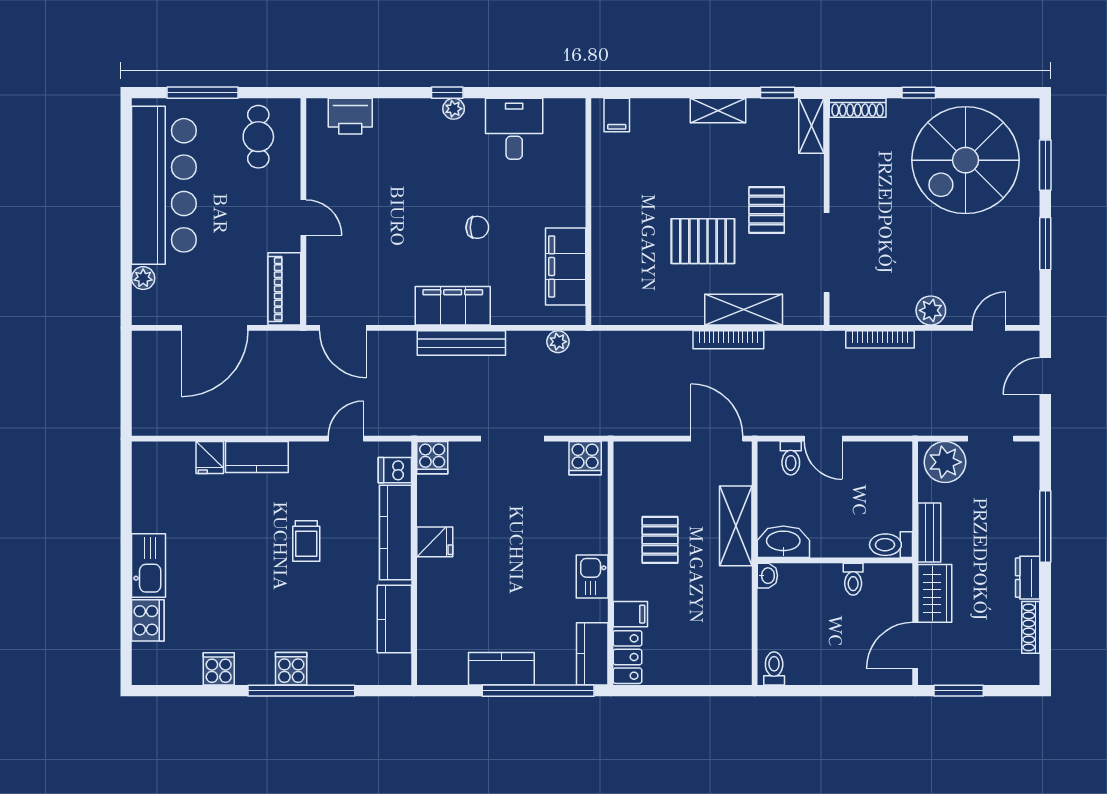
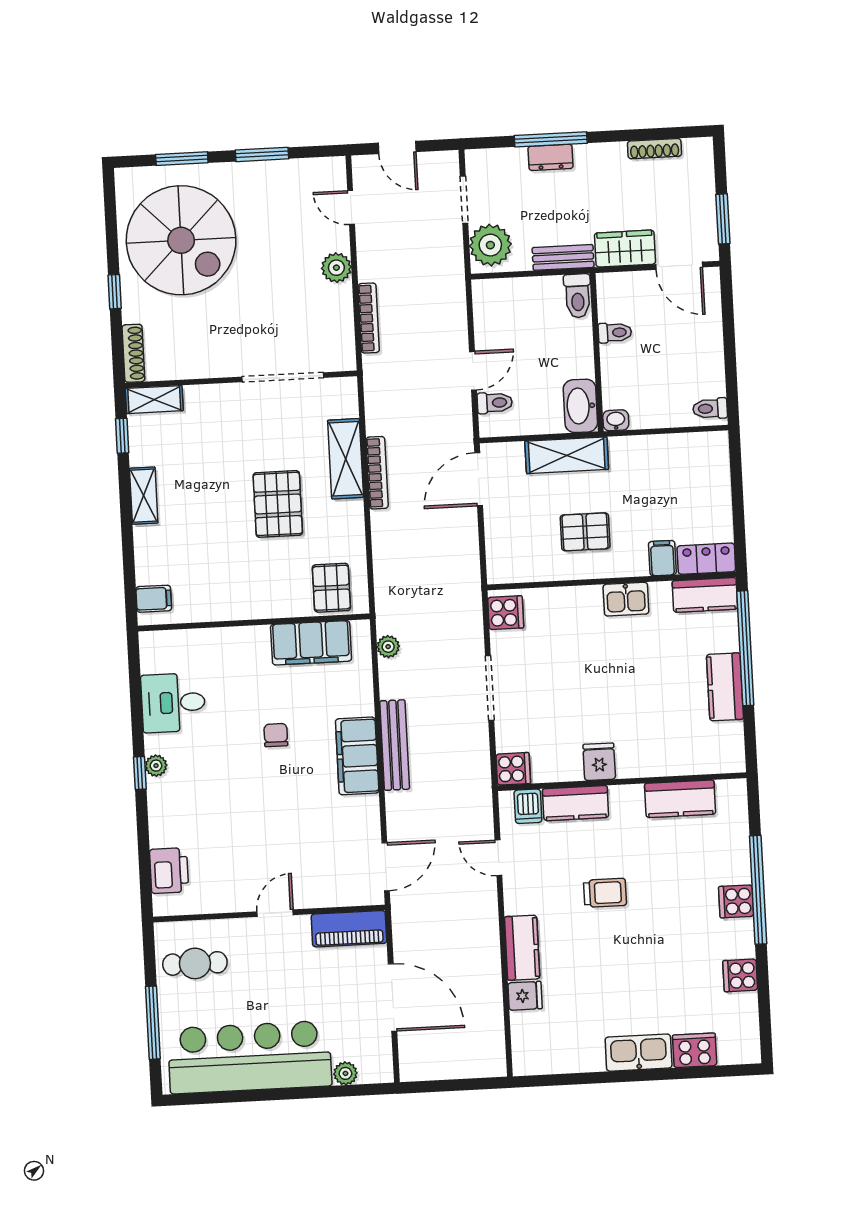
pallet: (767, 210) -> (331, 588), moved, turned 90
kitchen counter: (395, 533) -> (576, 803), width x0.67
dresser: (1028, 578) -> (551, 157), moved

